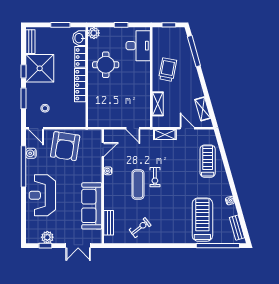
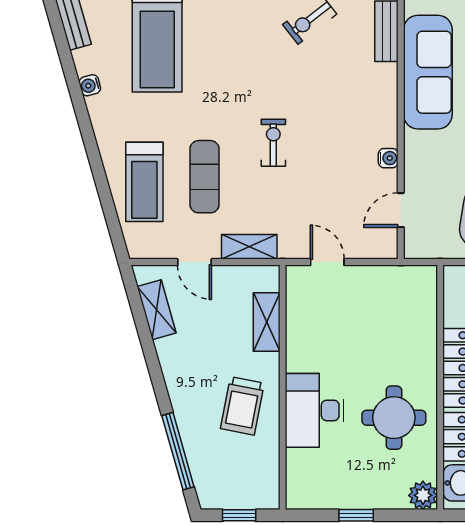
desk: (138, 46) -> (315, 410), moved
exercise mat: (138, 184) -> (205, 177), moved

